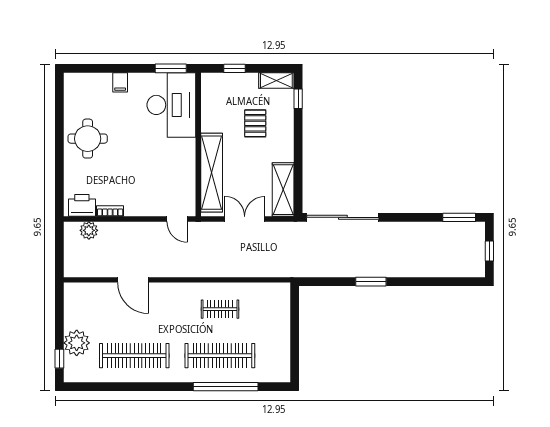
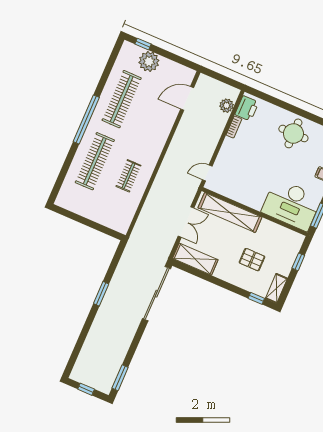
door: (133, 280) -> (187, 98), moved
window: (226, 387) -> (86, 119), moved

